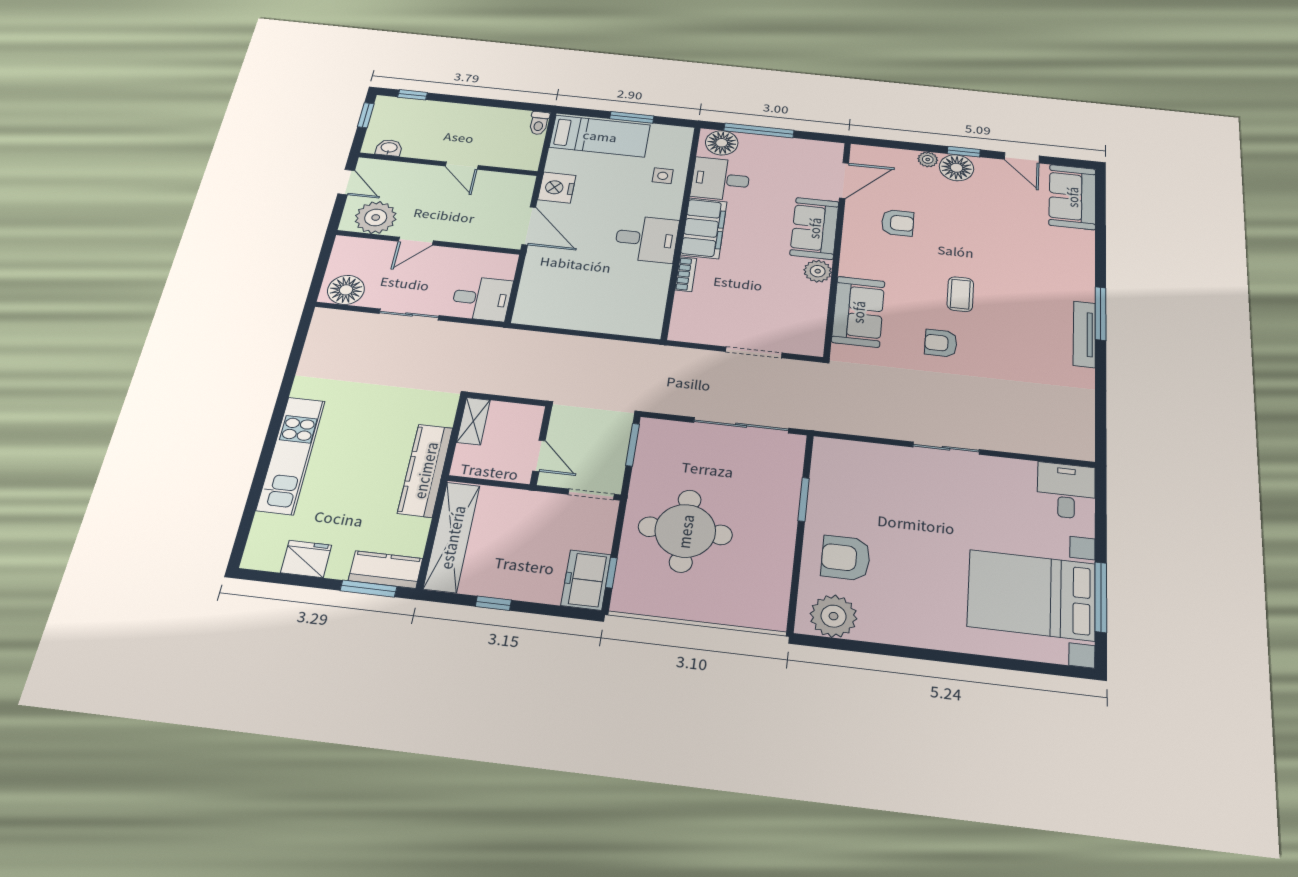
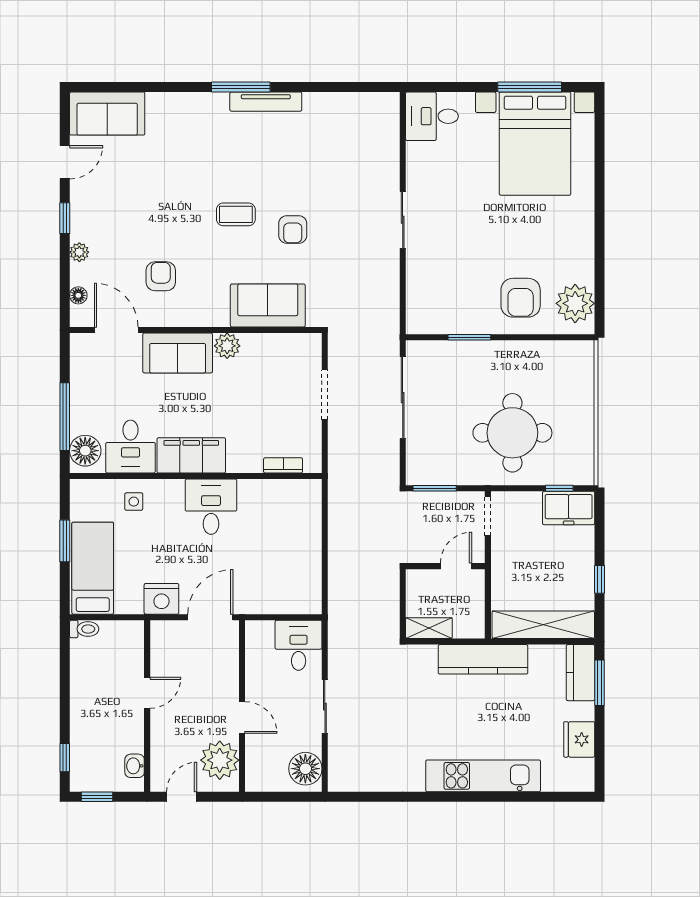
floor lamp: (956, 168) -> (78, 295), moved, width x0.53, depth x0.53
bookcase: (686, 274) -> (283, 465), moved

